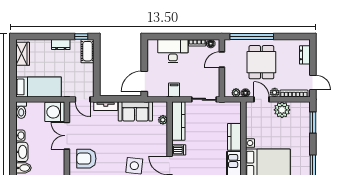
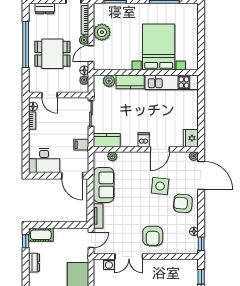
window: (252, 37) -> (26, 44), moved
desk: (173, 51) -> (44, 161), moved, turned -90
washing machine: (55, 112) -> (109, 264), width x0.53, depth x0.53
plant: (235, 117) -> (109, 81), added
kitchen counter: (178, 121) -> (107, 140), width x0.67

